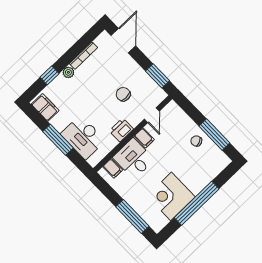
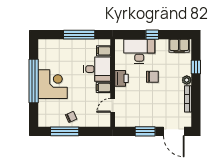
window: (157, 76) -> (145, 131), moved
chair: (123, 94) -> (152, 77), moved
door: (152, 115) -> (113, 105), hinge flipped
window: (58, 140) -> (152, 35), width x0.46
corner desk: (171, 196) -> (53, 84), moved
window: (132, 217) -> (79, 35), moved

